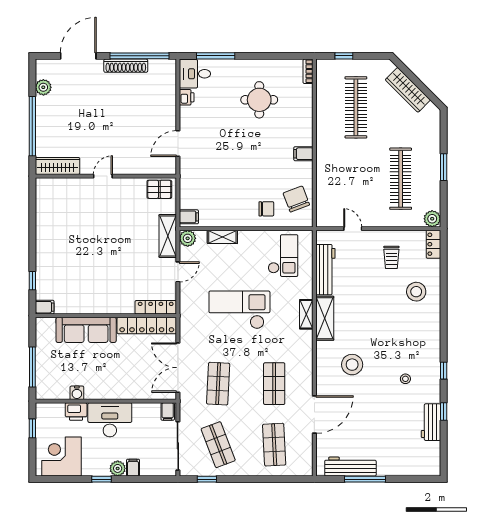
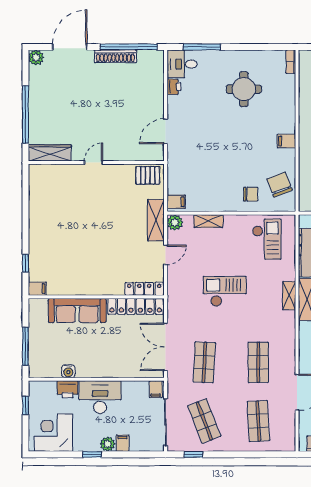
plant: (43, 87) -> (36, 58), moved
checkout: (239, 310) -> (225, 291), width x0.73, depth x0.83

